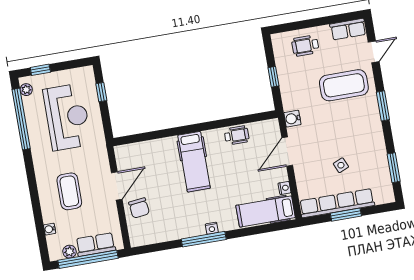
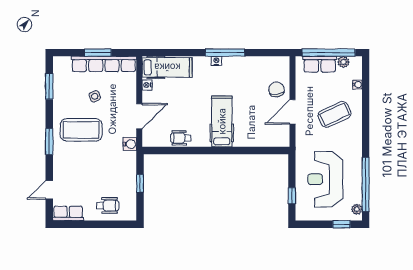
coffee table: (344, 85) -> (81, 130), moved
coffee table: (69, 191) -> (335, 114), turned 65

